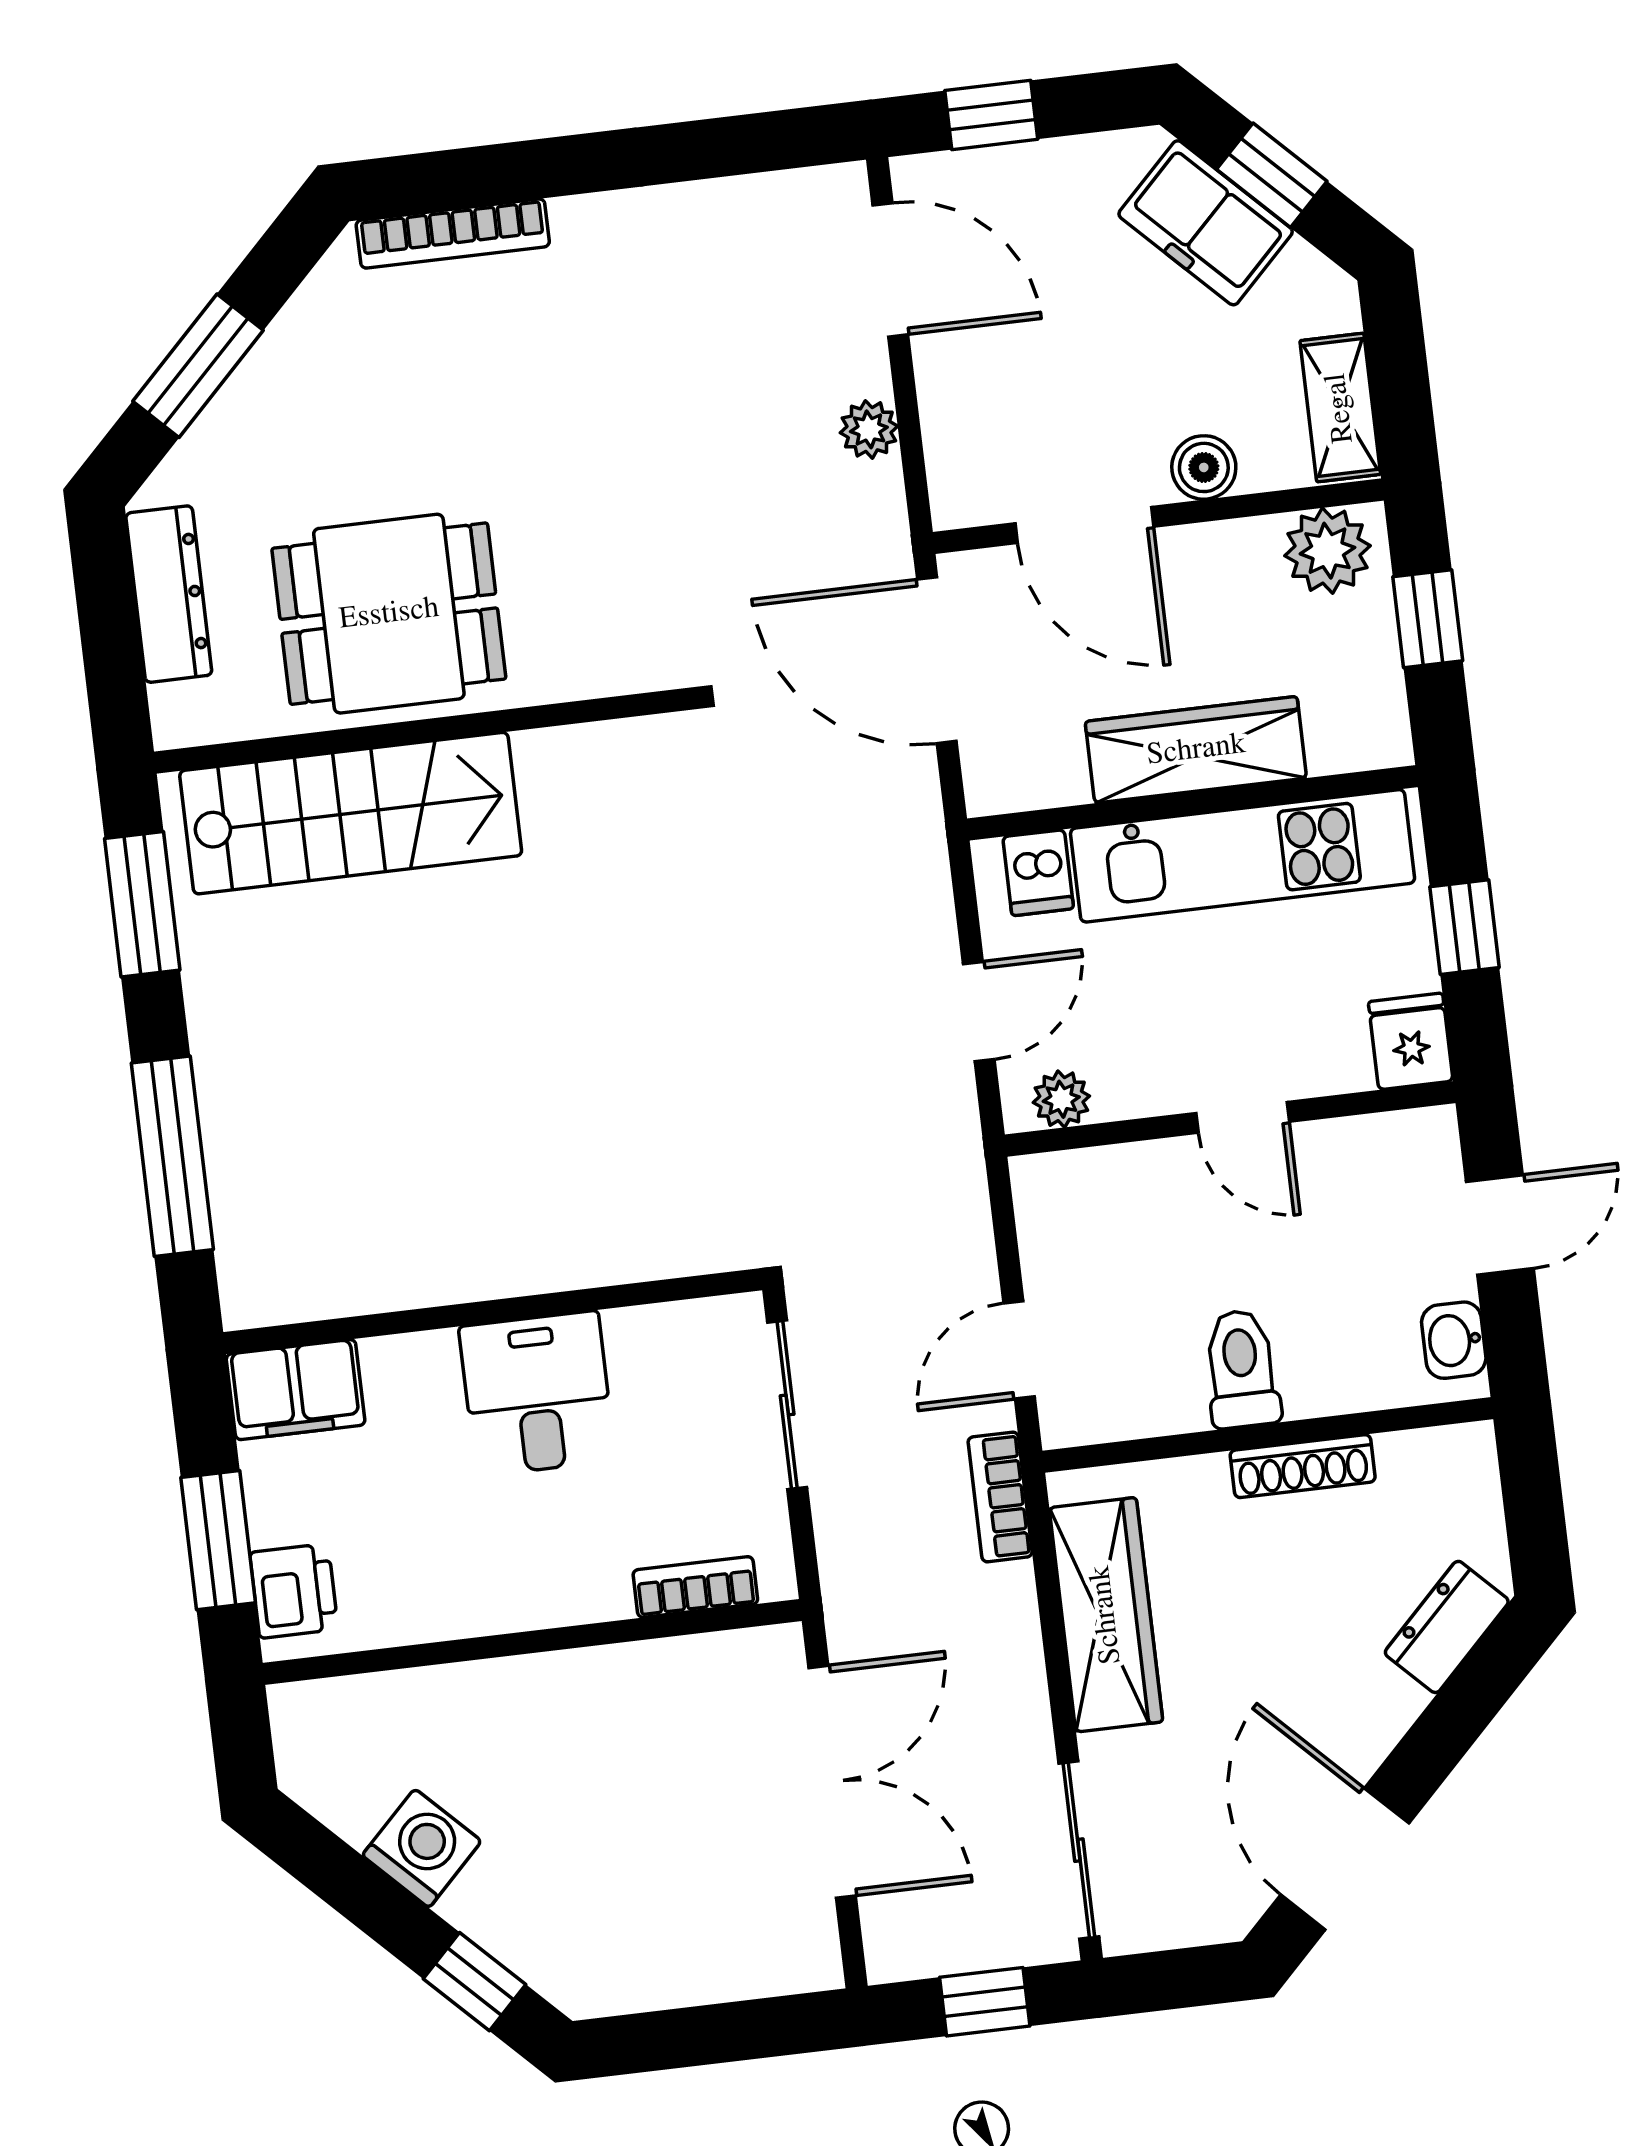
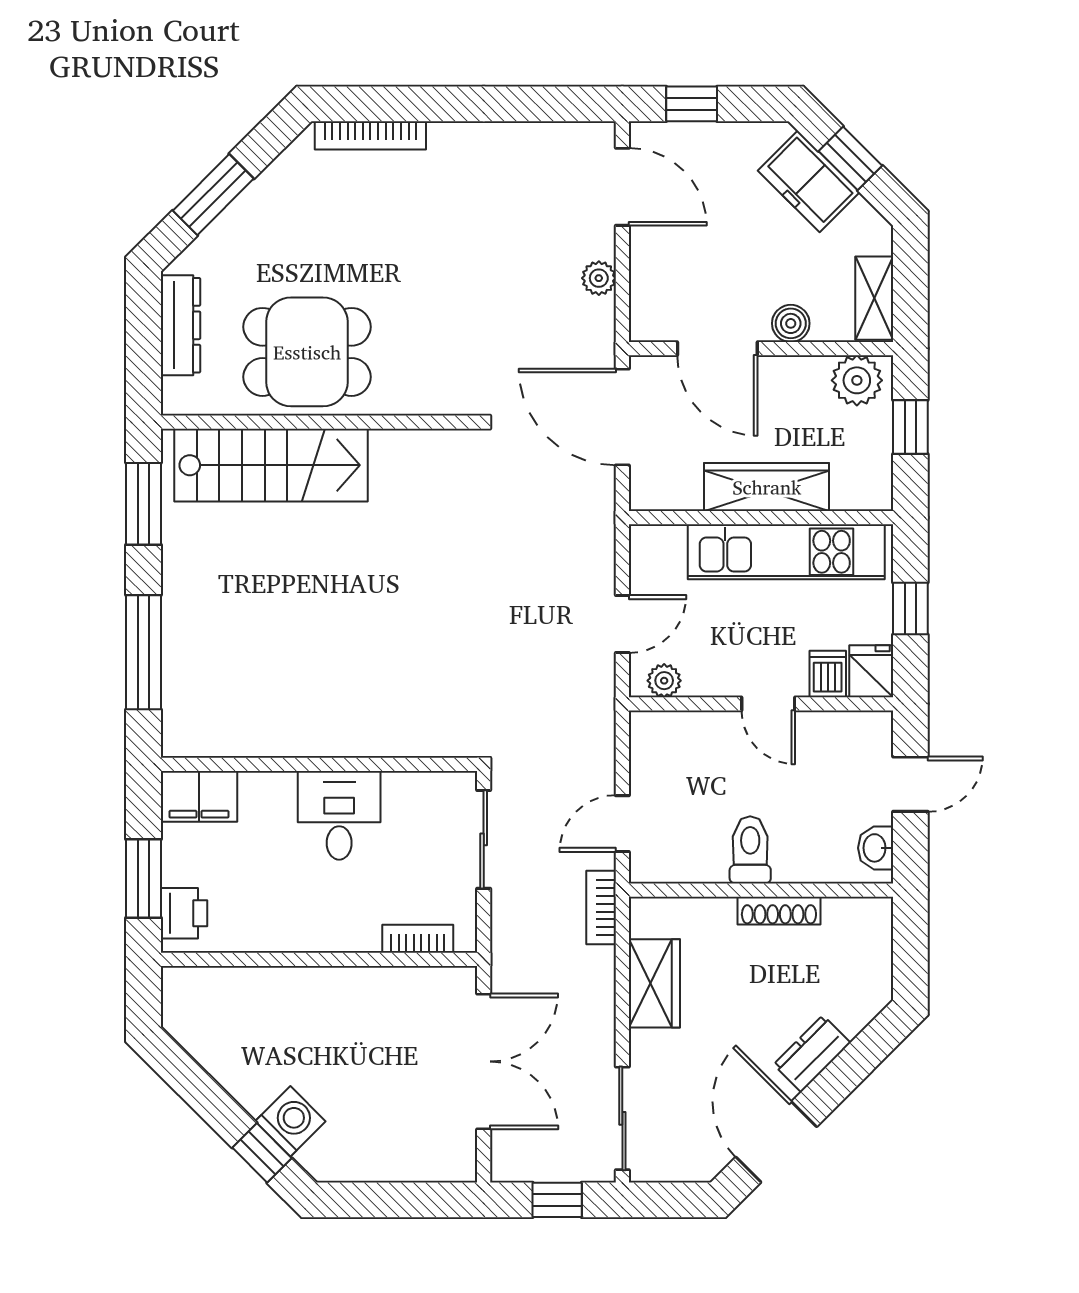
dishwasher: (1038, 873) -> (828, 674), moved, turned 180
wardrobe: (1106, 1615) -> (654, 983), width x0.67
dresser: (1447, 1627) -> (812, 1054), moved
washing machine: (422, 1848) -> (290, 1121), moved

